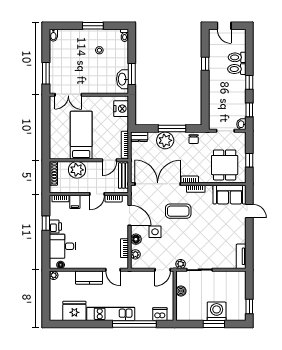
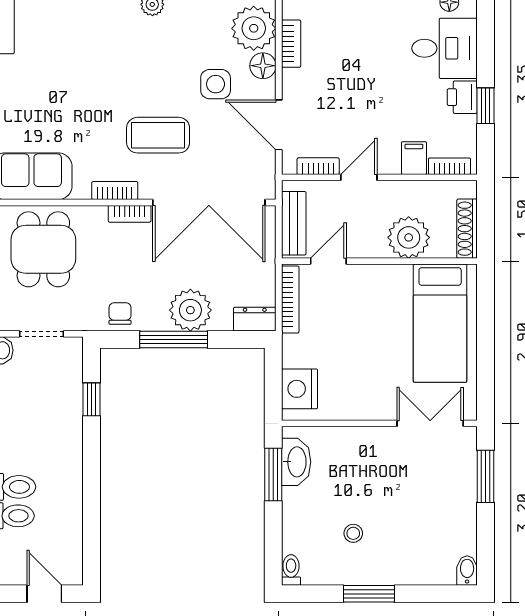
window: (205, 64) -> (91, 399), moved
bed: (81, 135) -> (440, 323), moved
plant: (135, 254) -> (254, 28), width x1.87, depth x1.87

